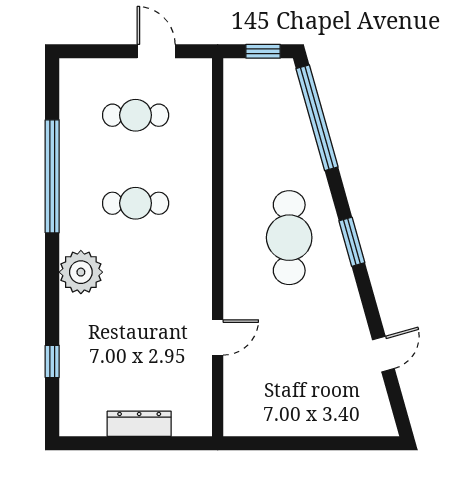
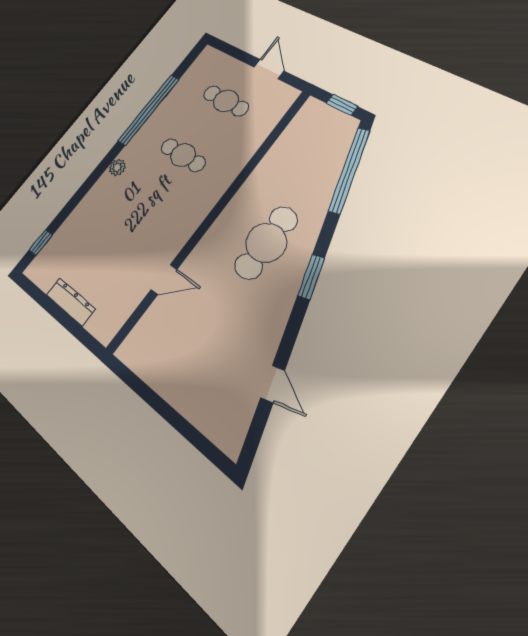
plant: (81, 272) -> (117, 167), width x0.53, depth x0.53
door: (383, 354) -> (273, 384), hinge flipped
window: (52, 361) -> (41, 243), moved

